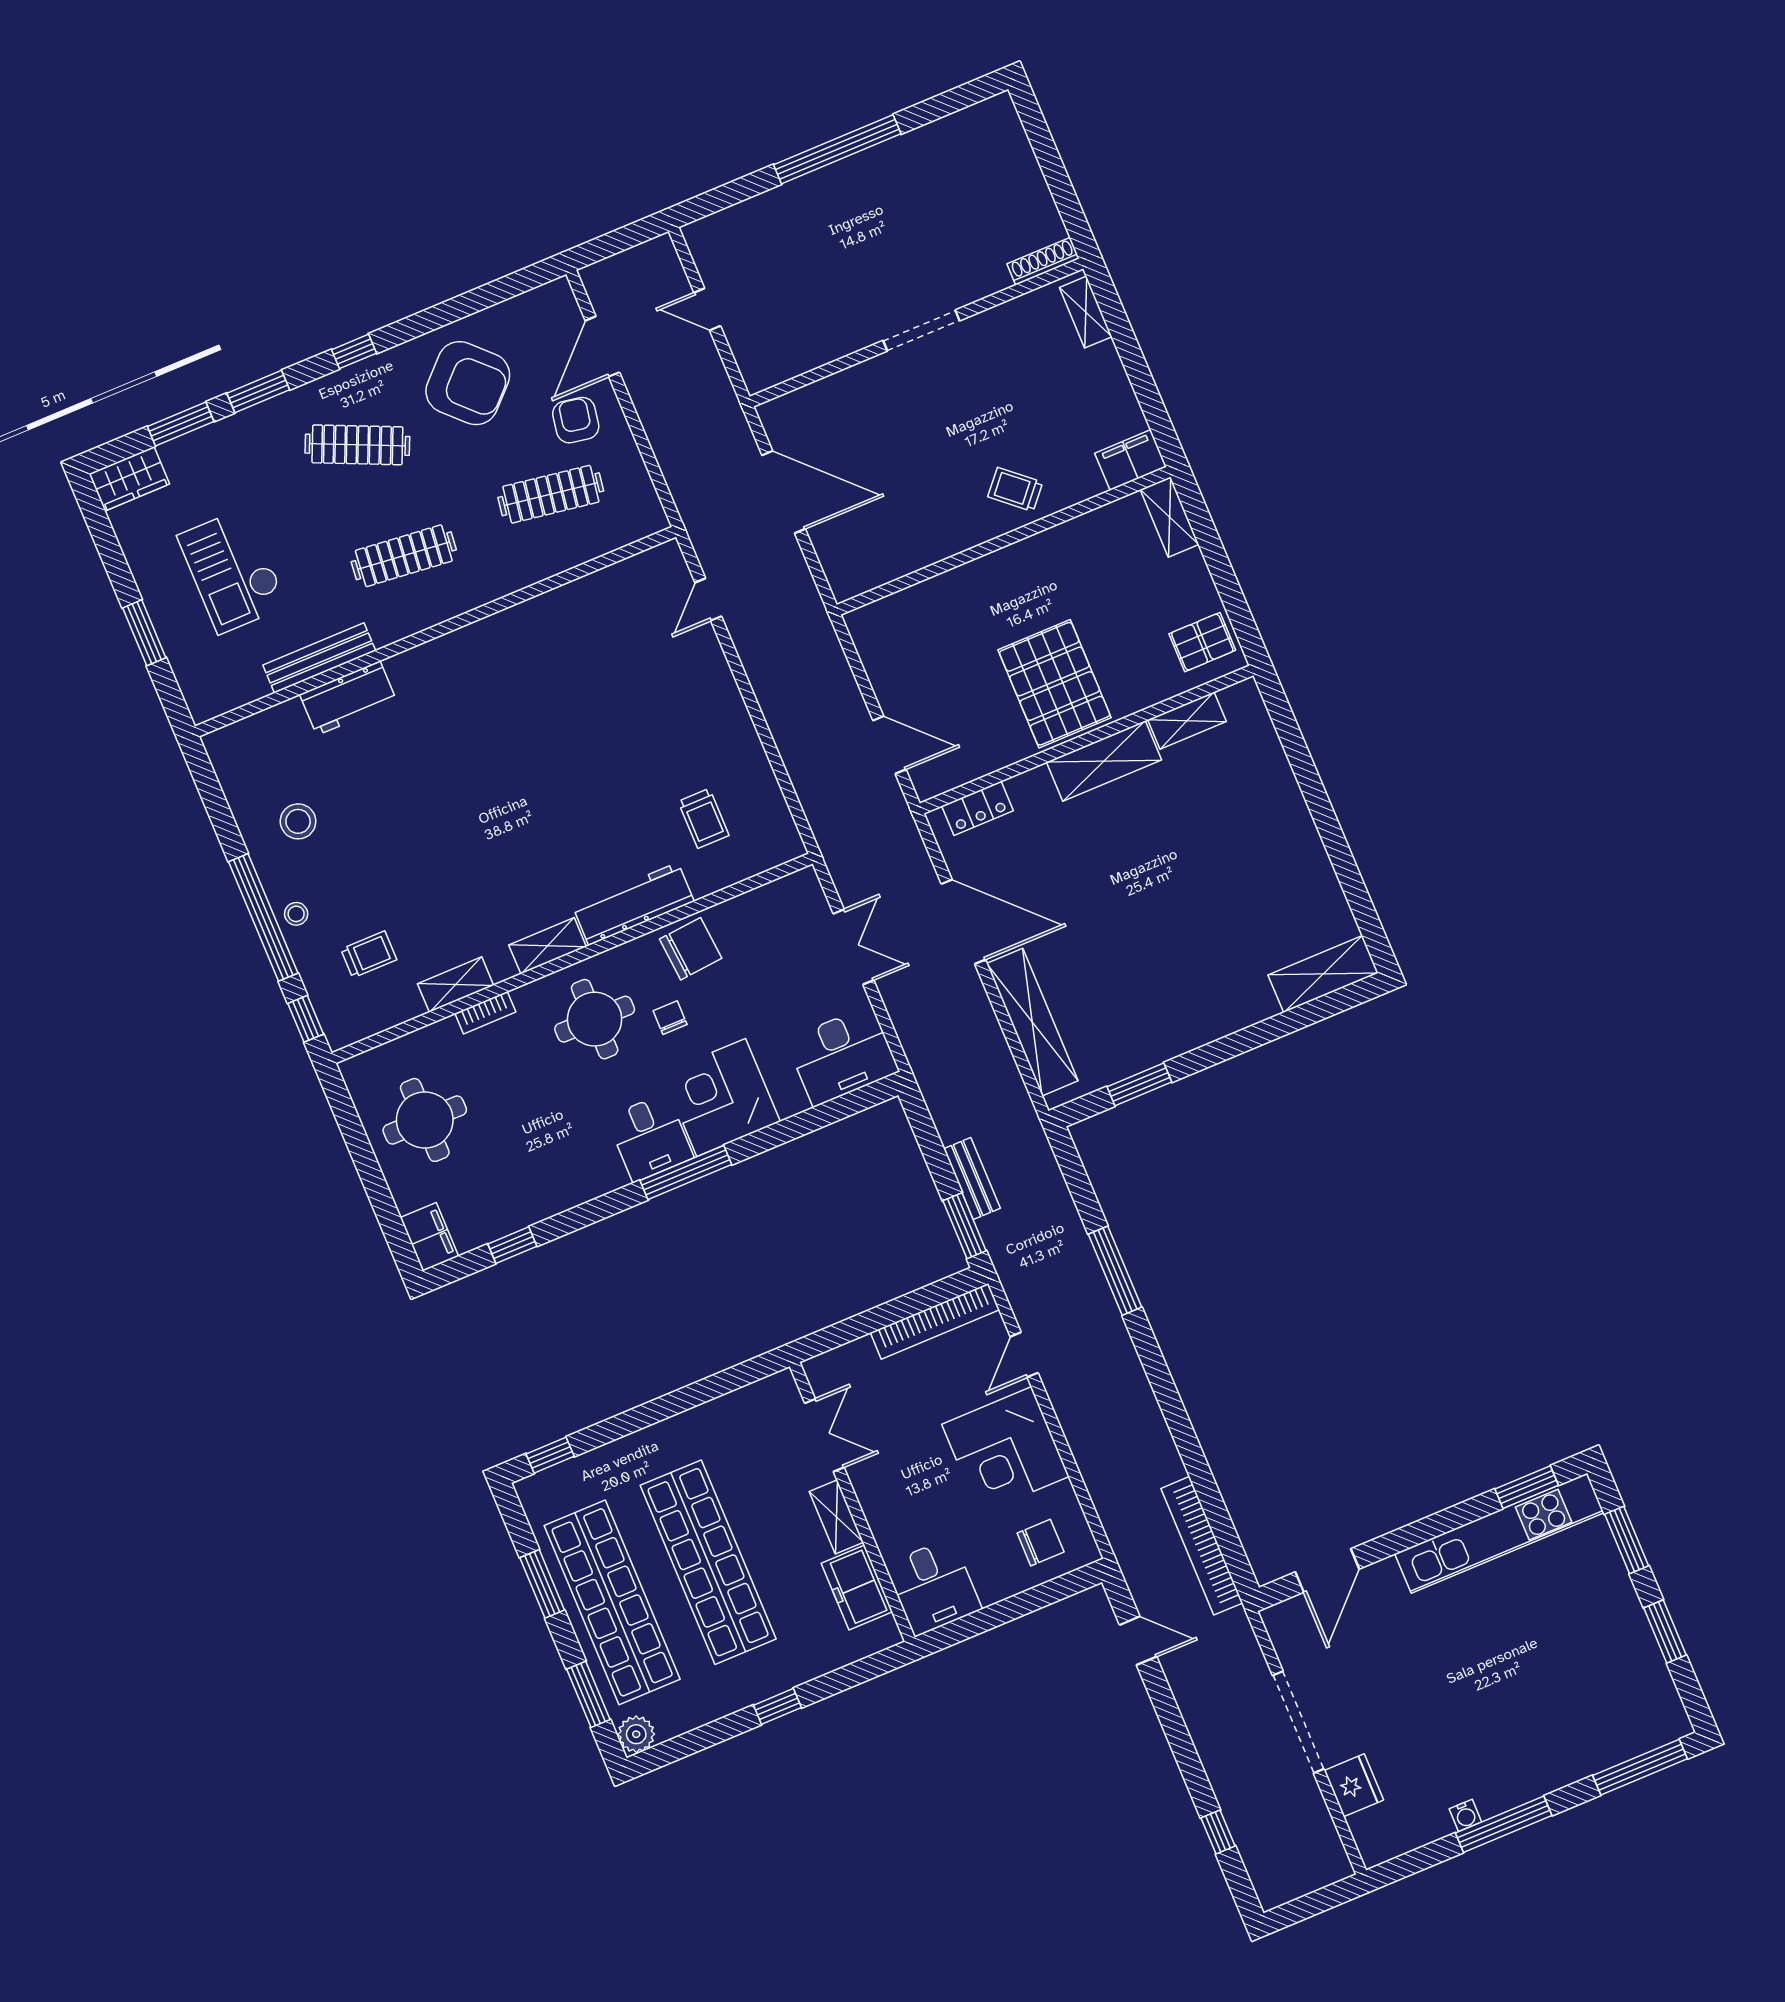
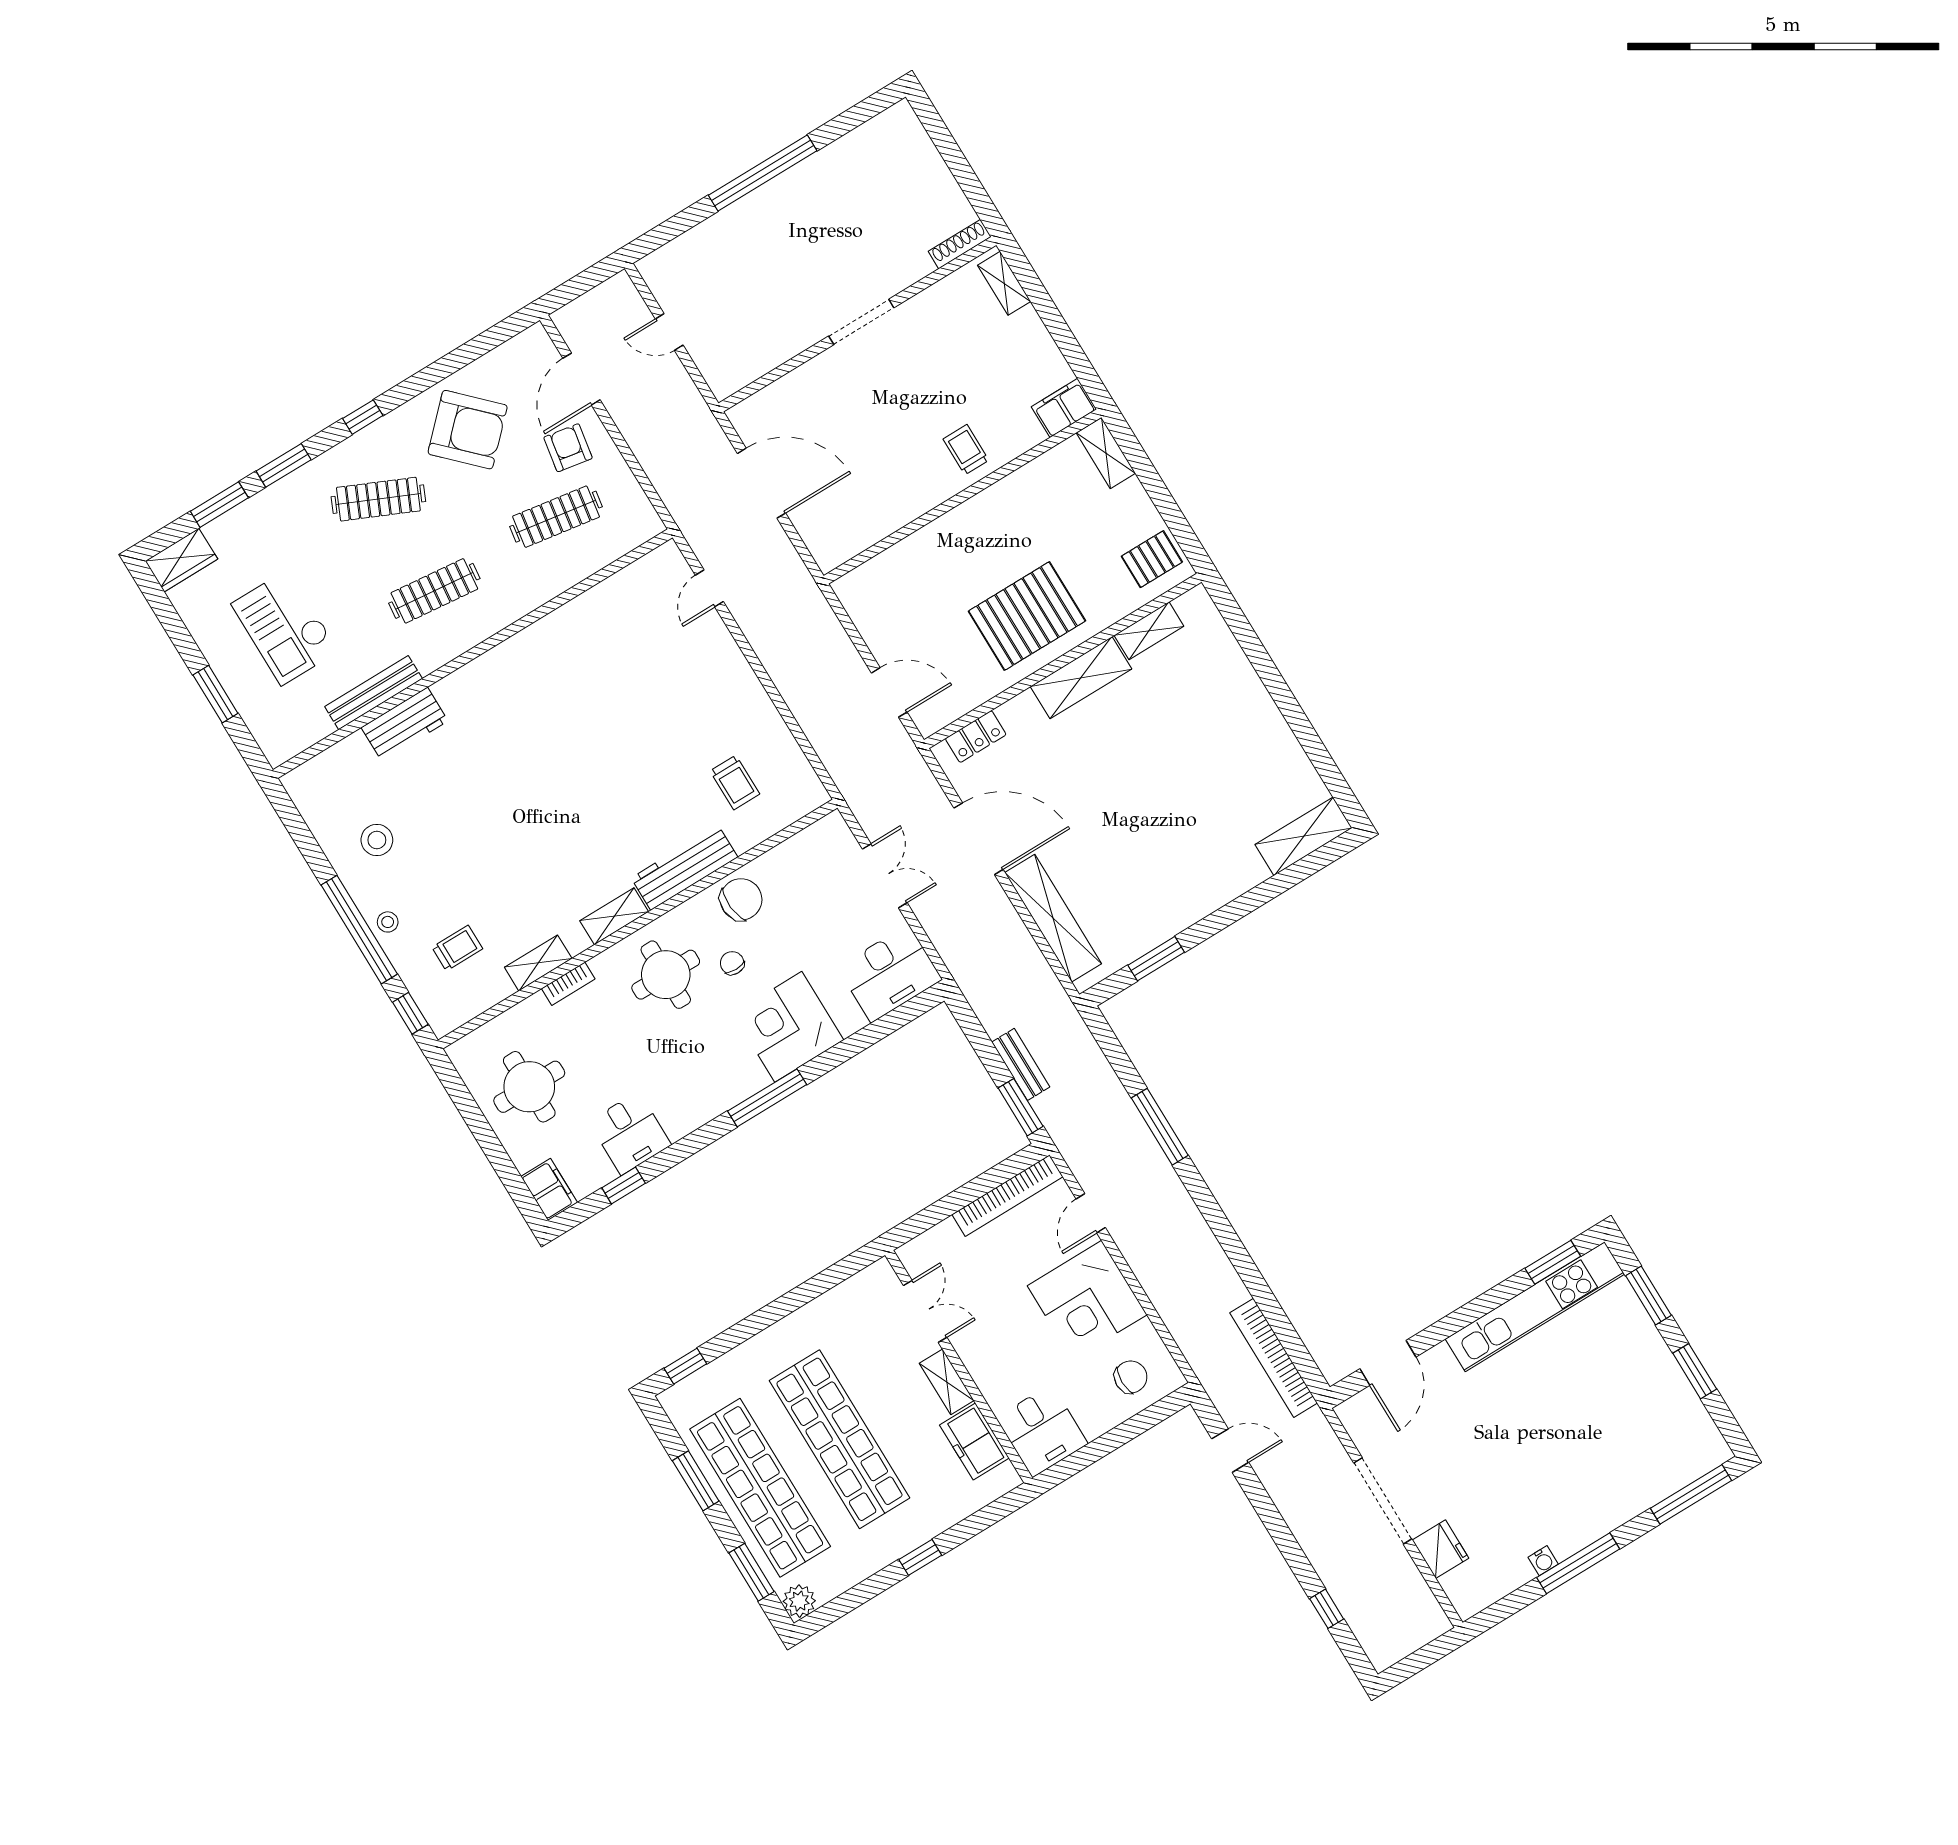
trolley: (1015, 489) -> (966, 450), turned 49
pallet: (1055, 684) -> (1027, 616), turned 90
desk: (650, 1137) -> (630, 1133), moved

